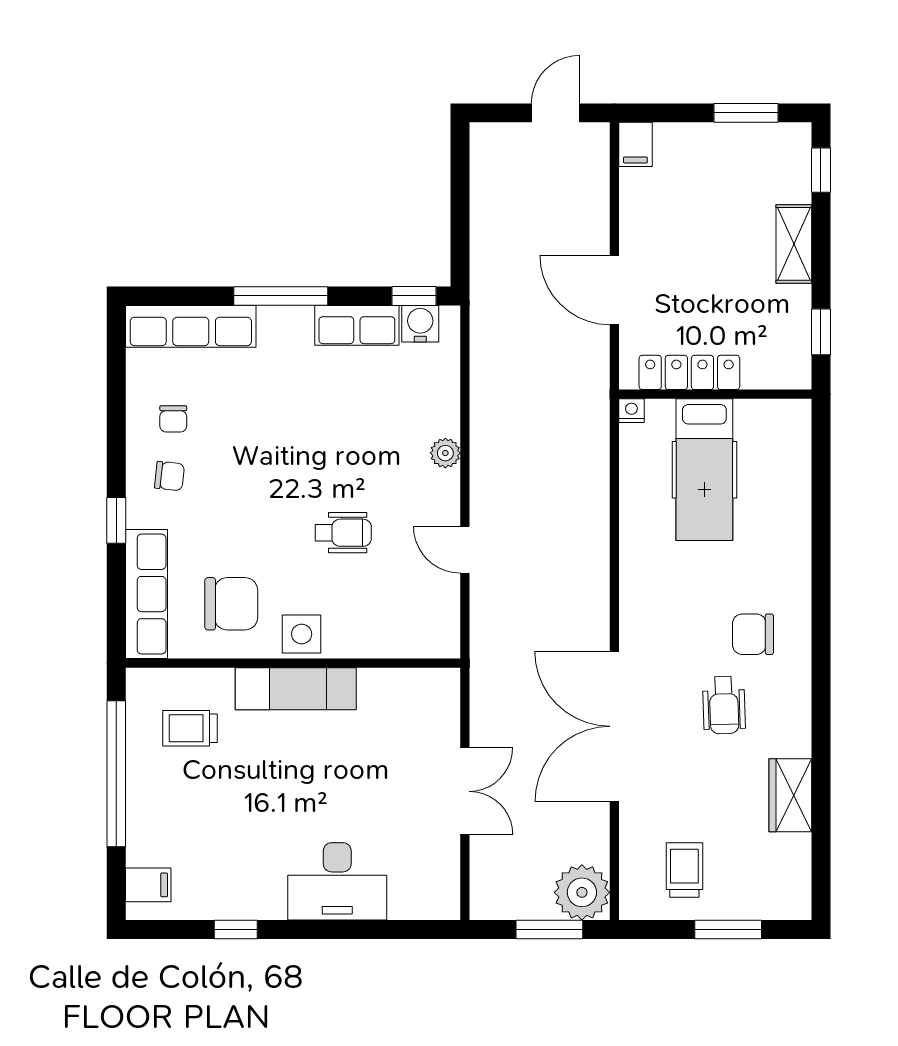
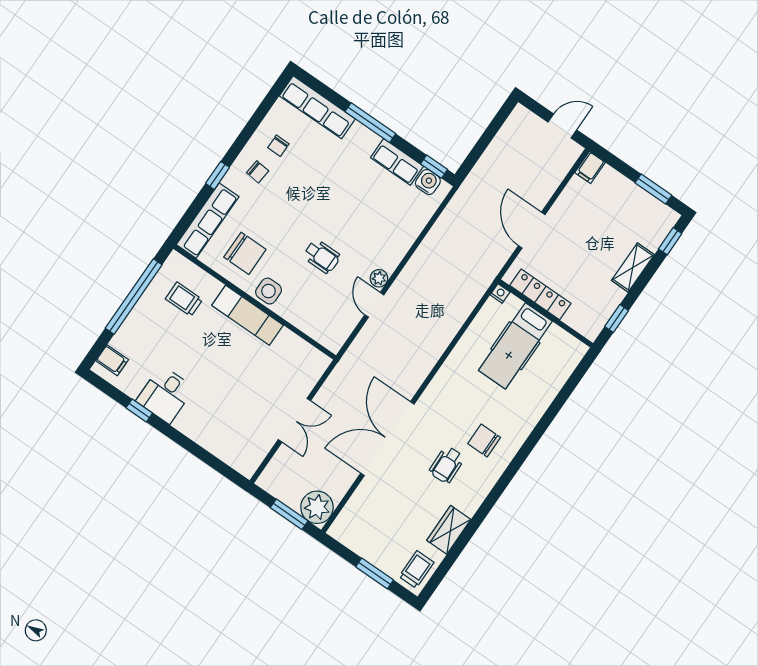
plant: (445, 453) -> (379, 278), moved
trolley: (684, 870) -> (416, 569), moved
desk: (337, 881) -> (165, 394), moved, width x0.73

